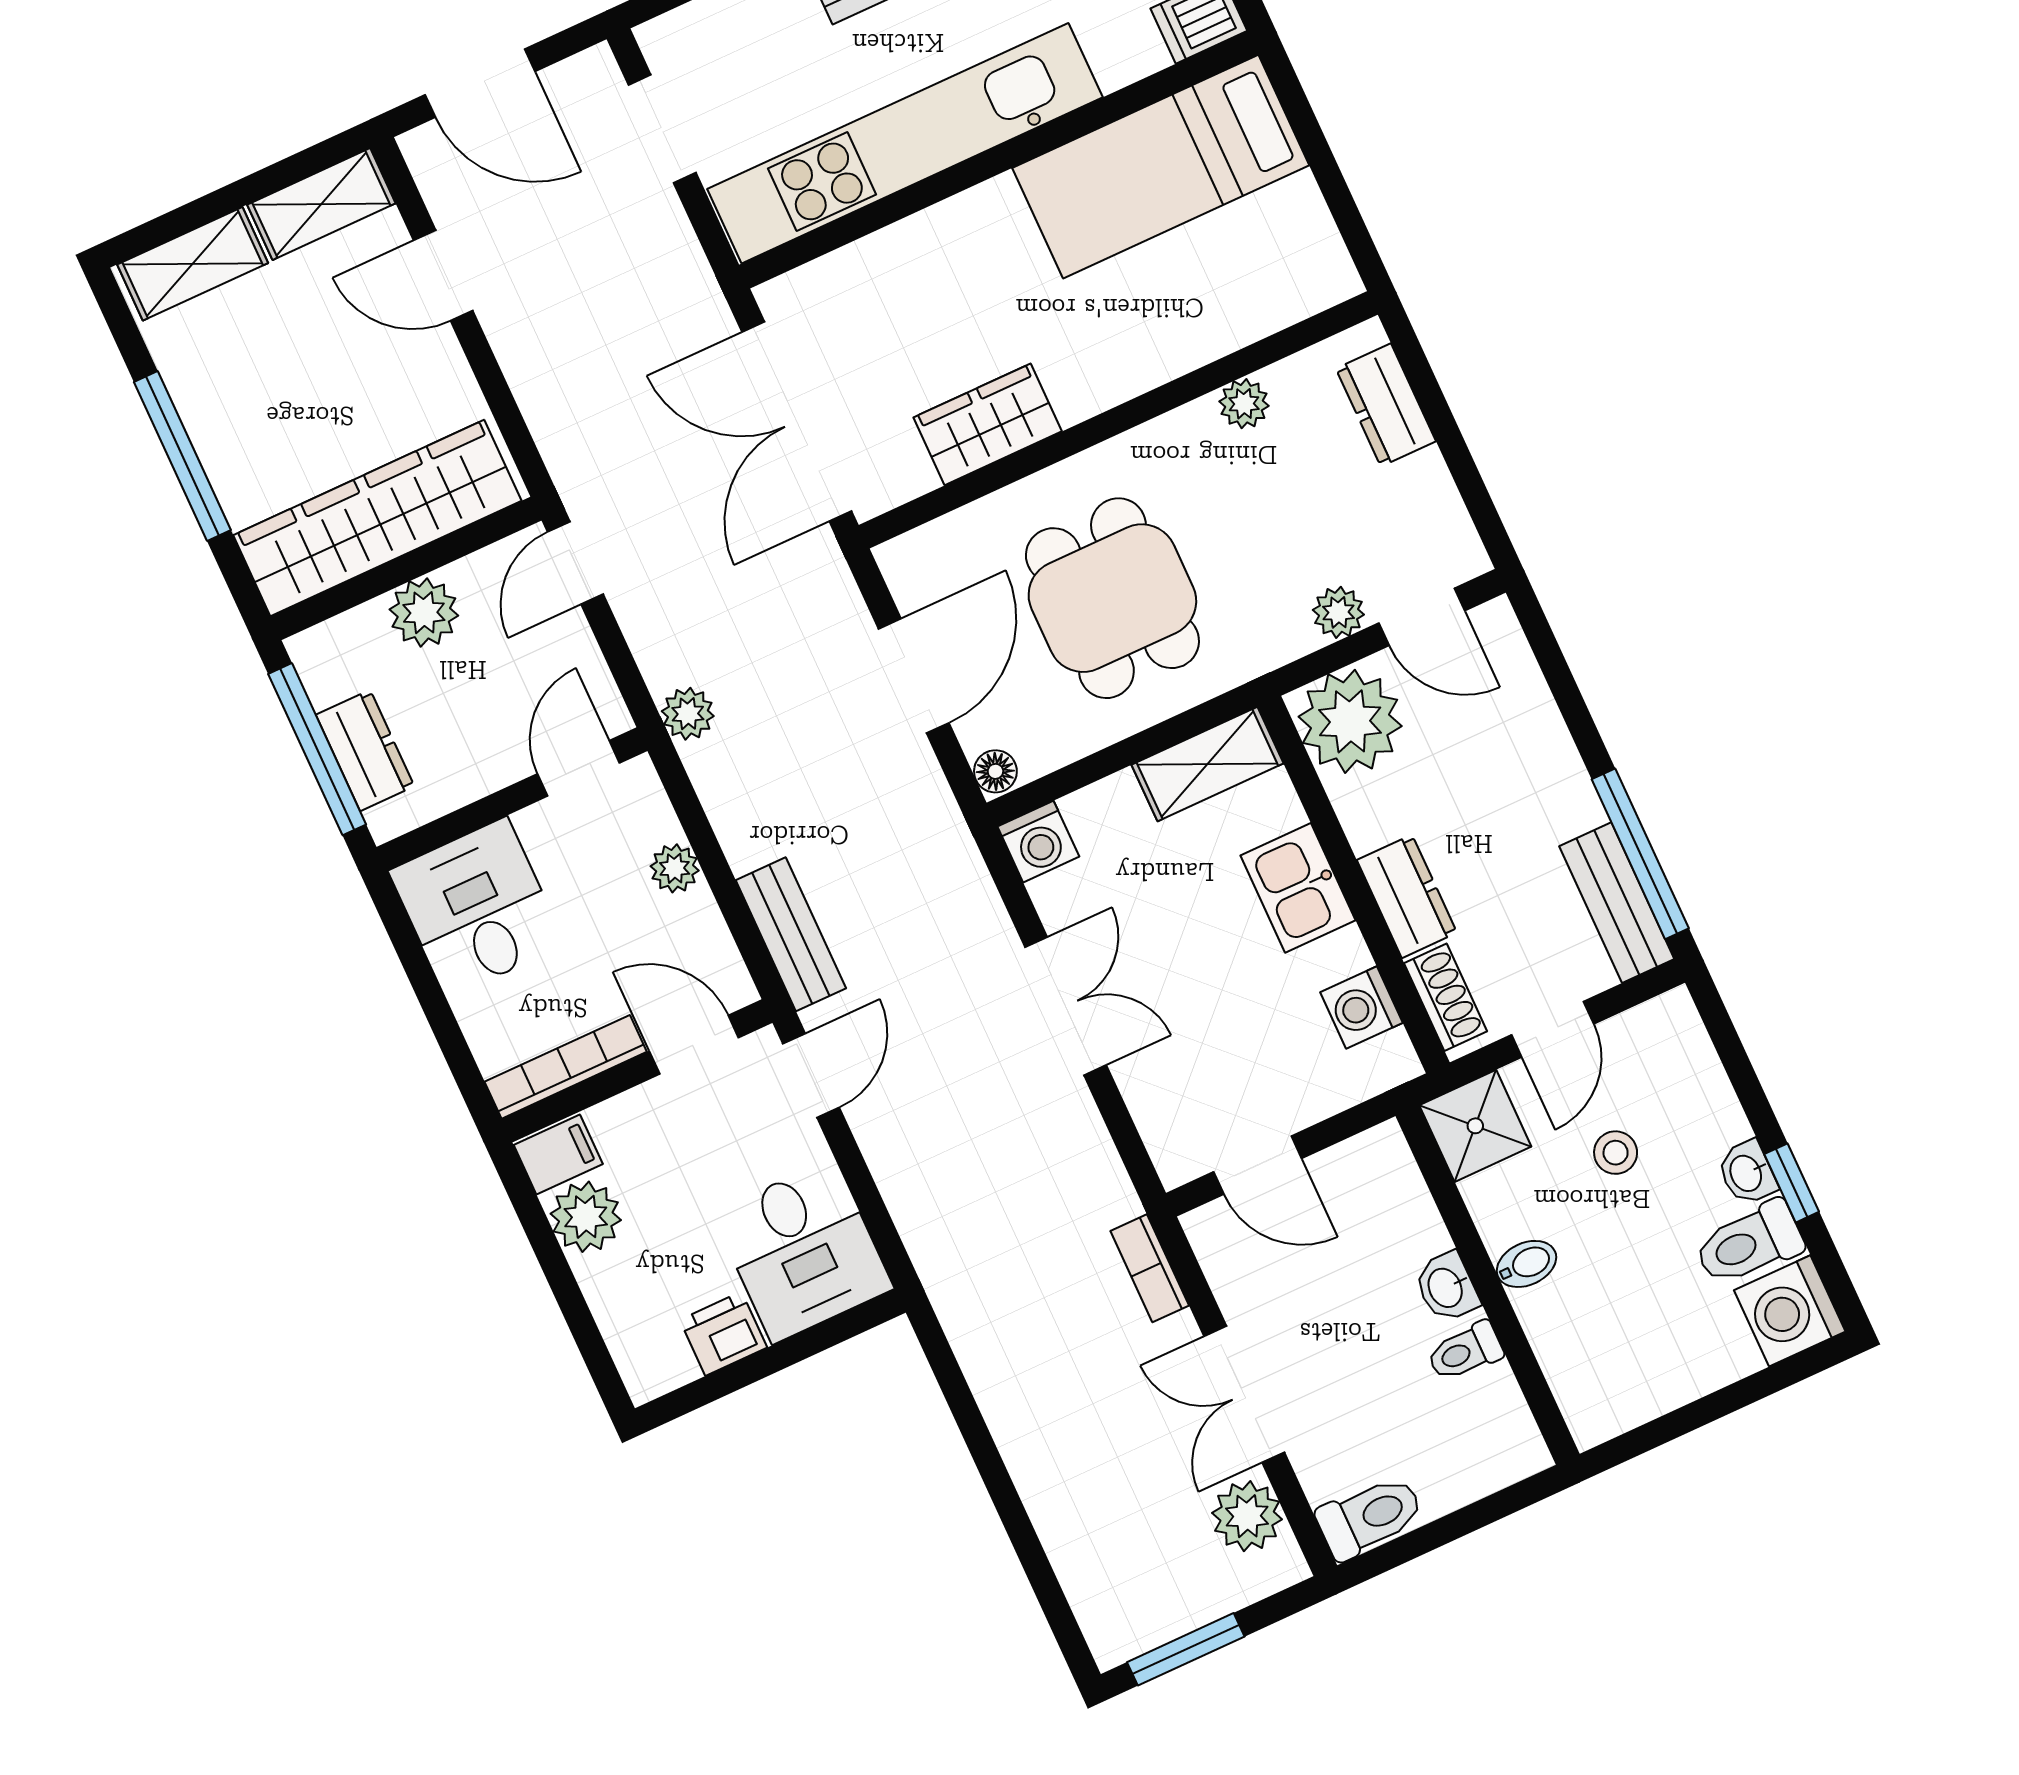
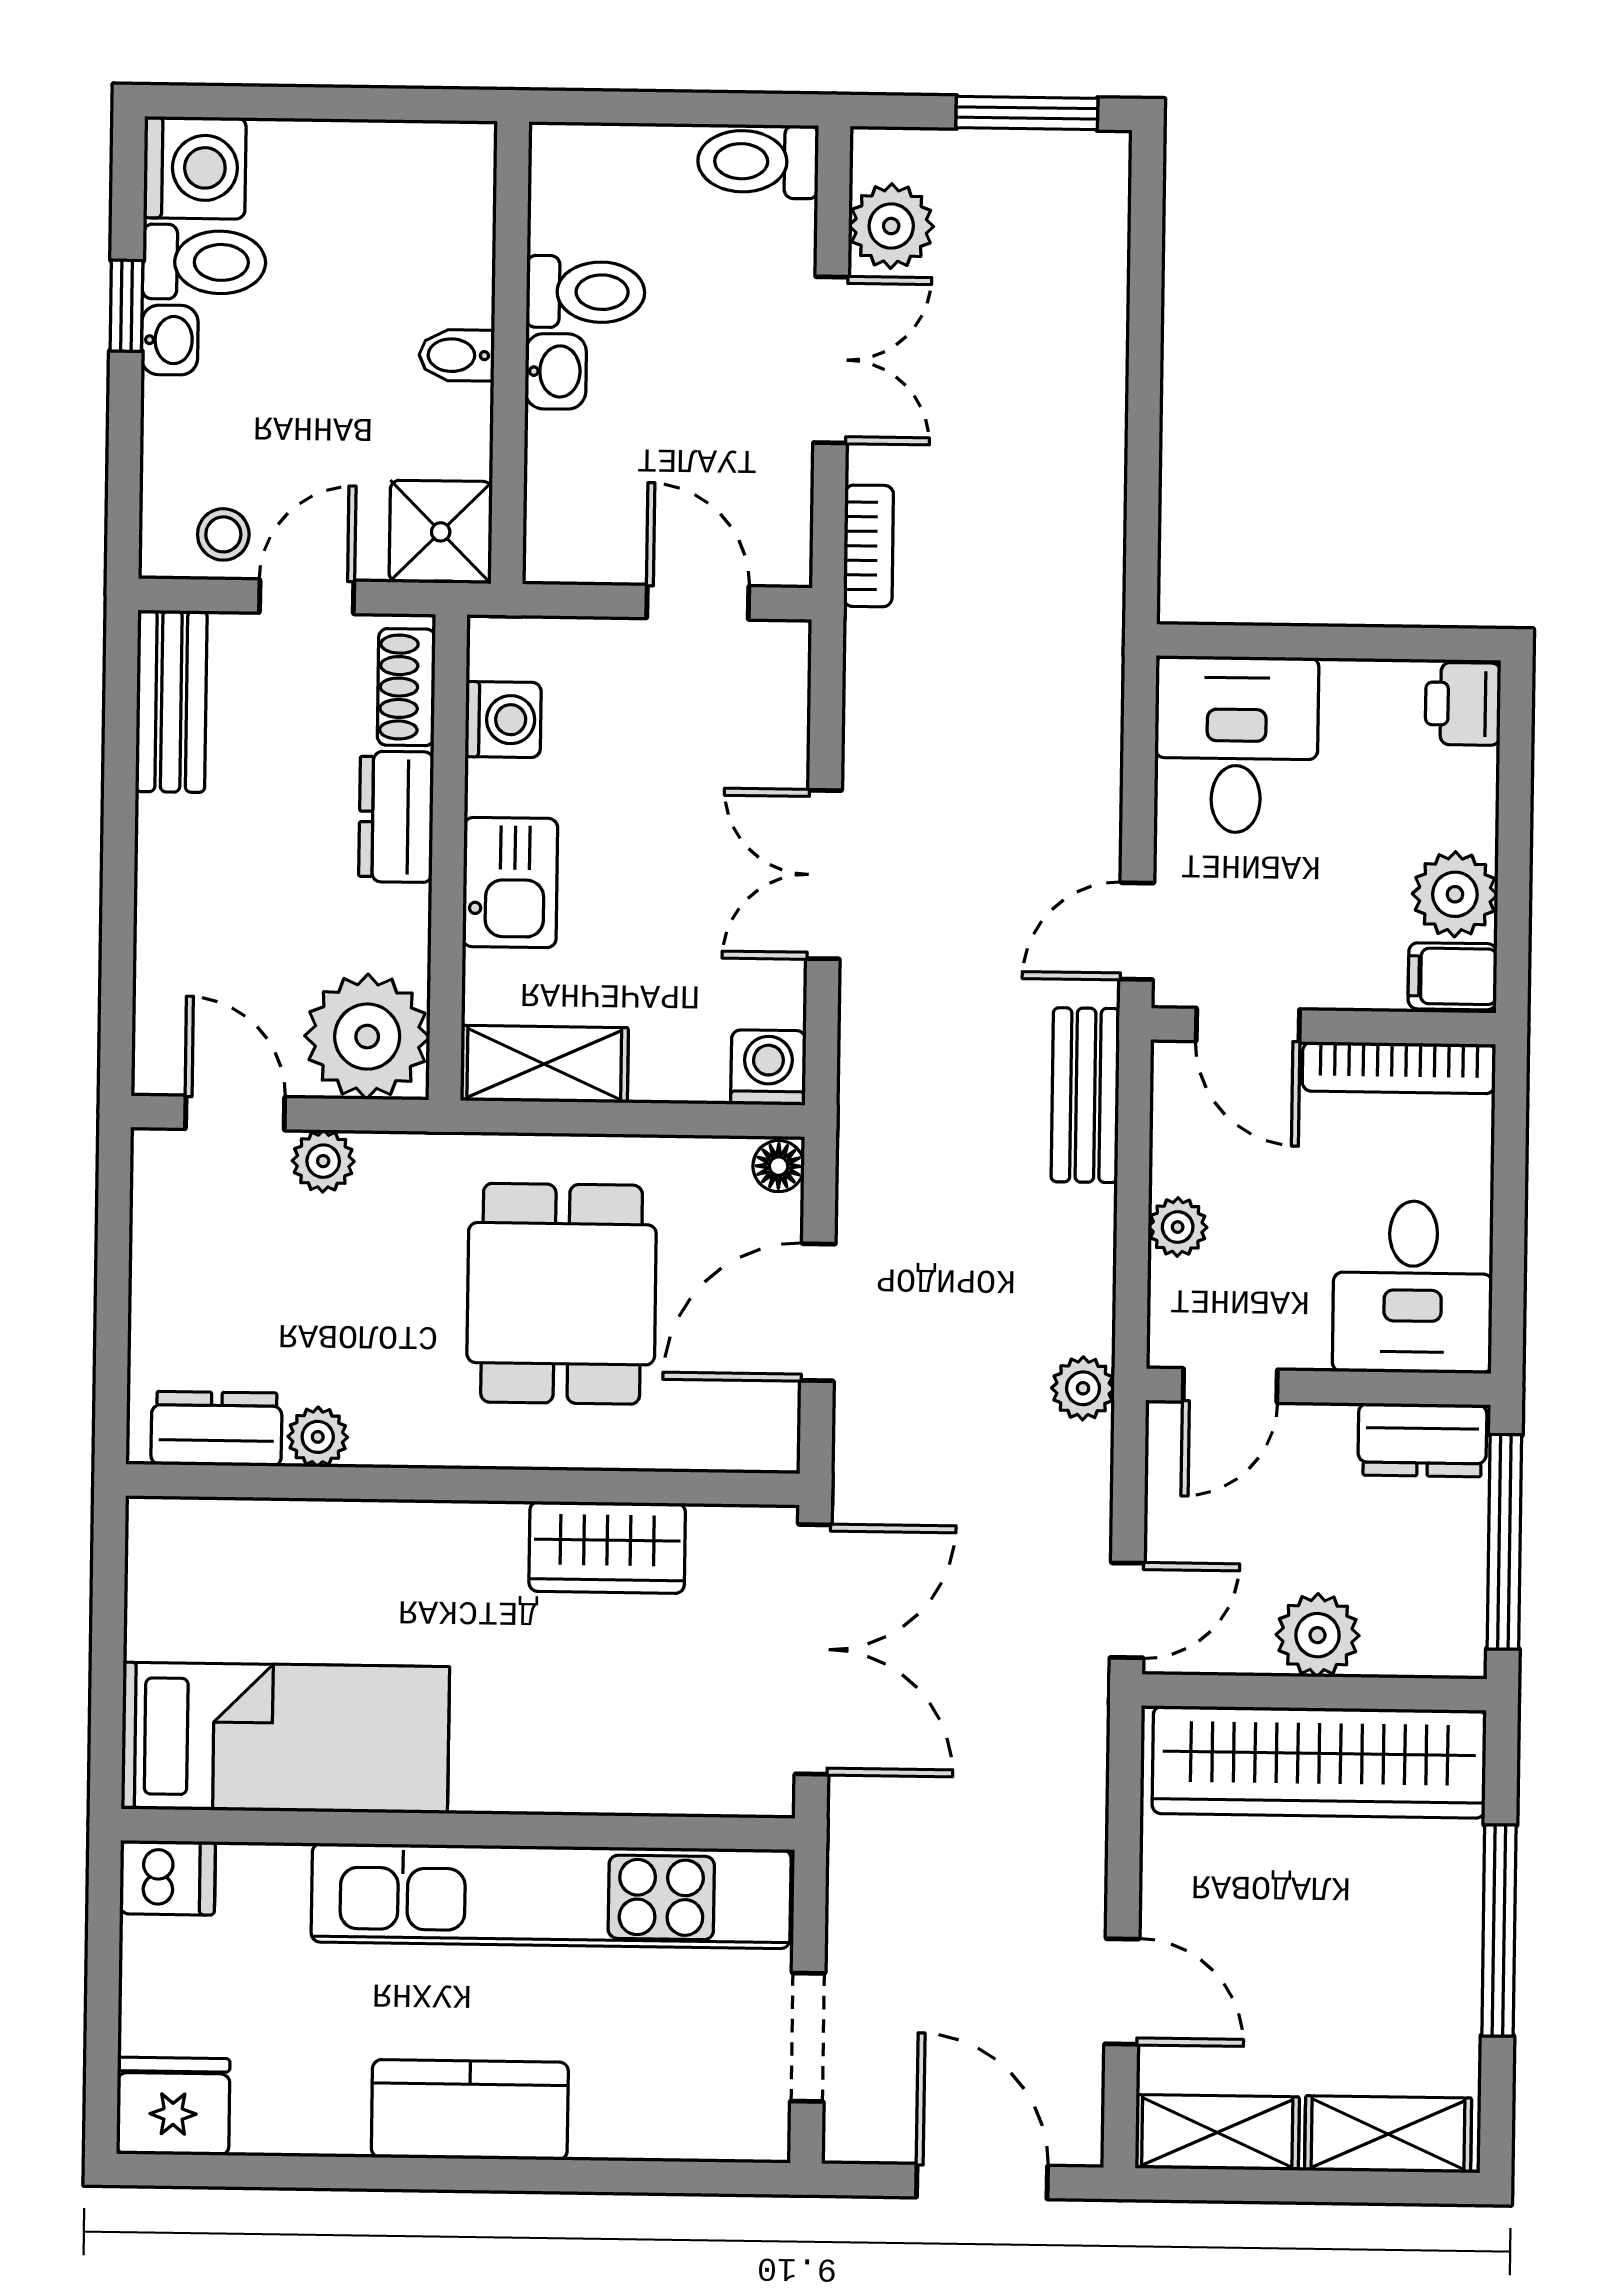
dresser: (1386, 405) -> (216, 1429), moved, turned -90
dresser: (365, 751) -> (1422, 1440), moved, turned -90
window: (1640, 854) -> (120, 742), removed
stool: (1616, 1153) -> (223, 534), moved
printer: (723, 1334) -> (1463, 704), moved, turned 90
toilet: (1465, 1352) -> (586, 292), width x1.37, depth x1.39

